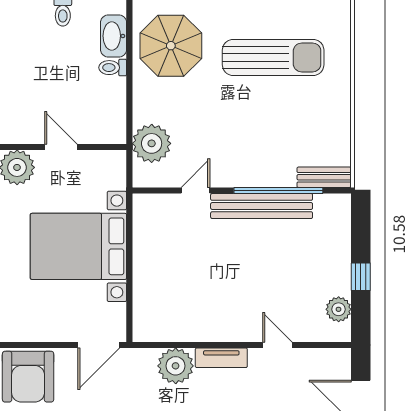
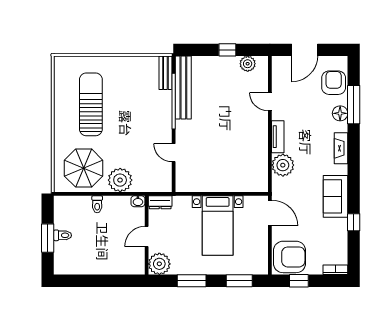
washbasin: (114, 36) -> (138, 201), moved, width x0.52, depth x0.69
plant: (152, 143) -> (120, 180), moved
dresser: (116, 169) -> (160, 202), added
bench: (262, 206) -> (183, 88), moved
bed with nightstands: (78, 246) -> (218, 226), width x0.73
door: (277, 345) -> (270, 102), hinge flipped

